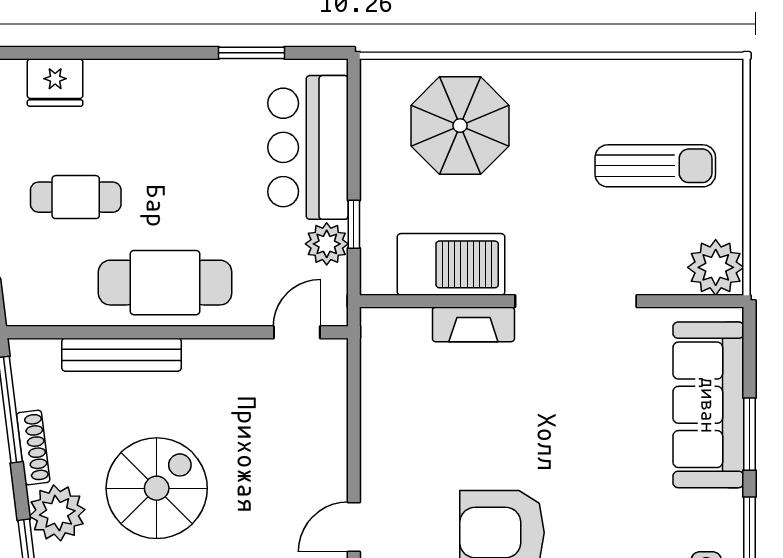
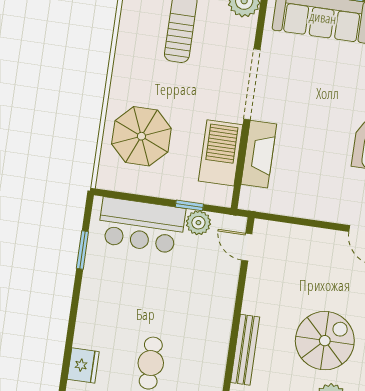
cafe table: (165, 283) -> (207, 319), removed
fireplace: (473, 324) -> (259, 154), width x1.37, depth x1.32
spiral stairs: (157, 488) -> (325, 341), turned 90

